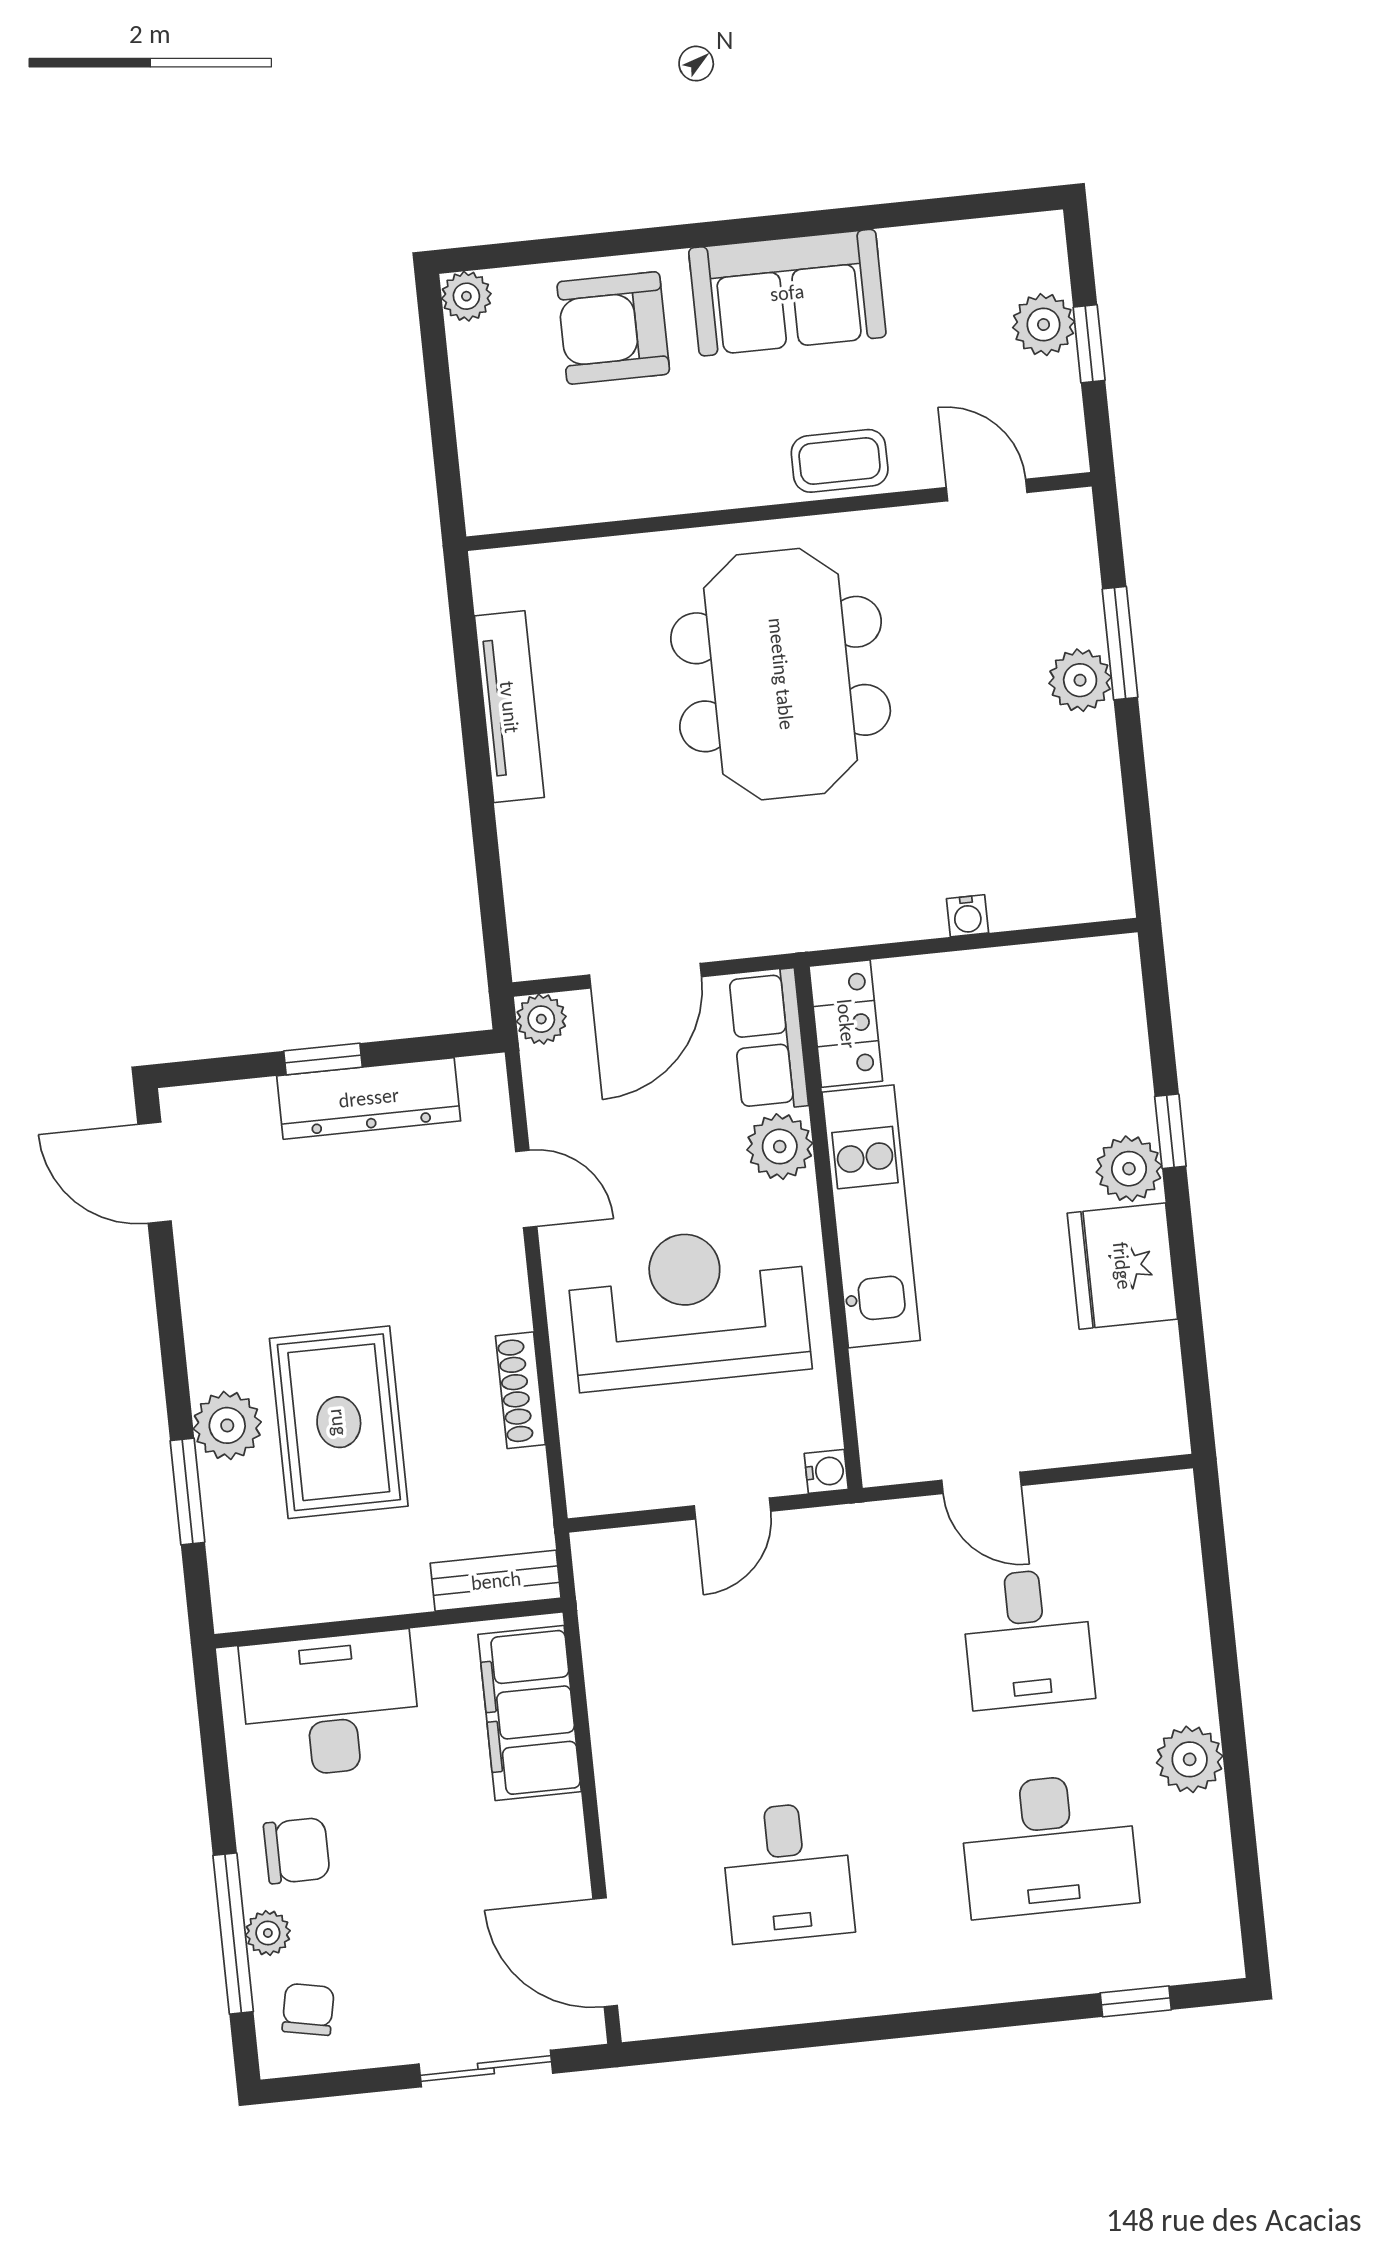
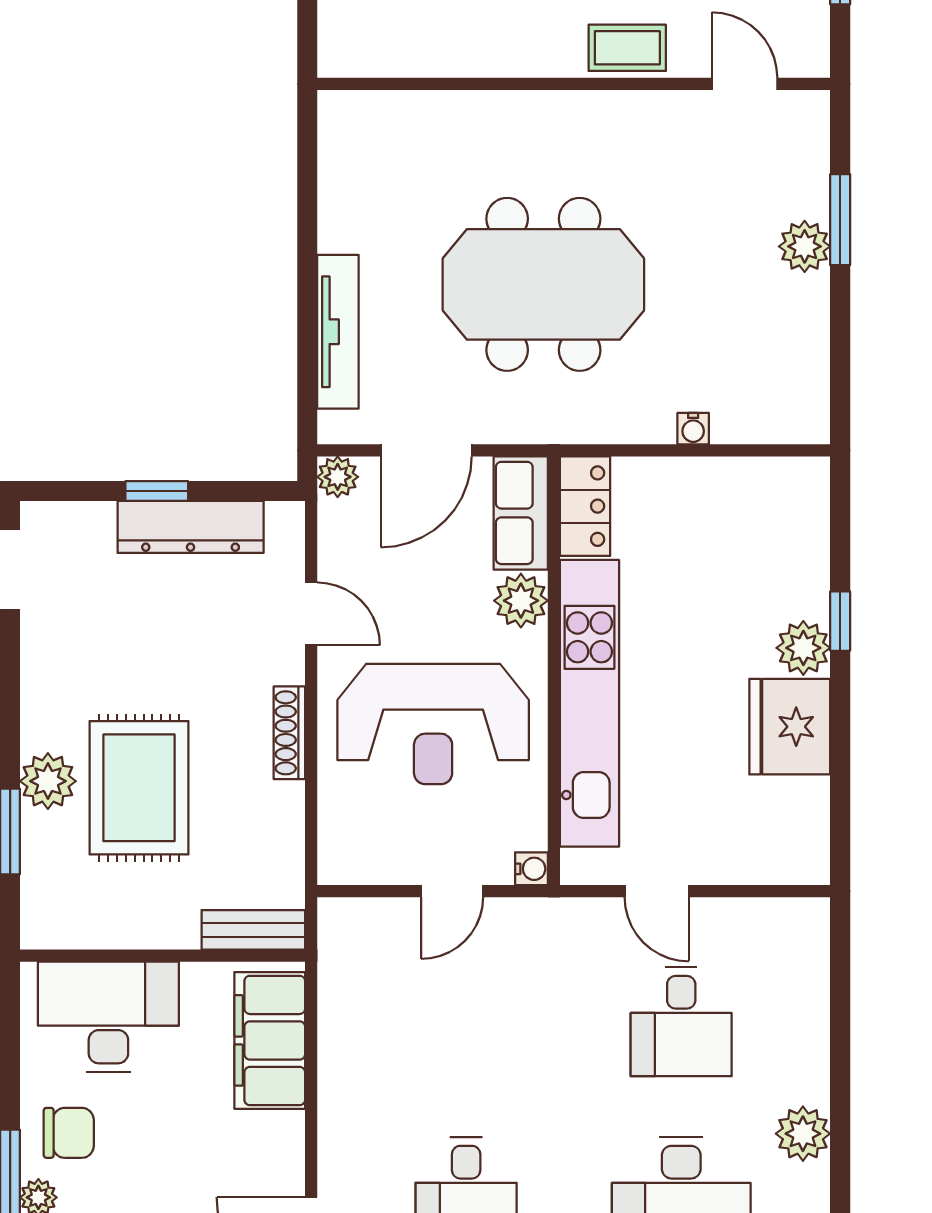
meeting table: (781, 674) -> (543, 284), moved, turned 90
tv unit: (509, 707) -> (338, 332), moved
kitchen unit: (871, 1216) -> (589, 703), width x1.36
reception desk: (688, 1308) -> (433, 724), turned 180
shoe rack: (520, 1390) -> (289, 733), moved

